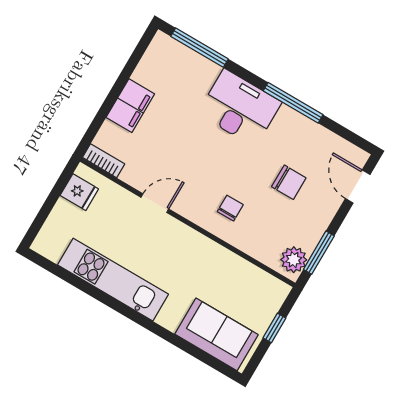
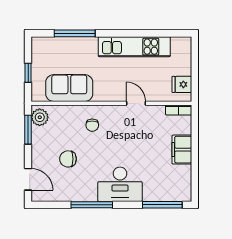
door: (155, 203) -> (136, 103), swing flipped
sofa: (216, 334) -> (69, 88), moved, turned 180
window: (182, 344) -> (75, 33), added

